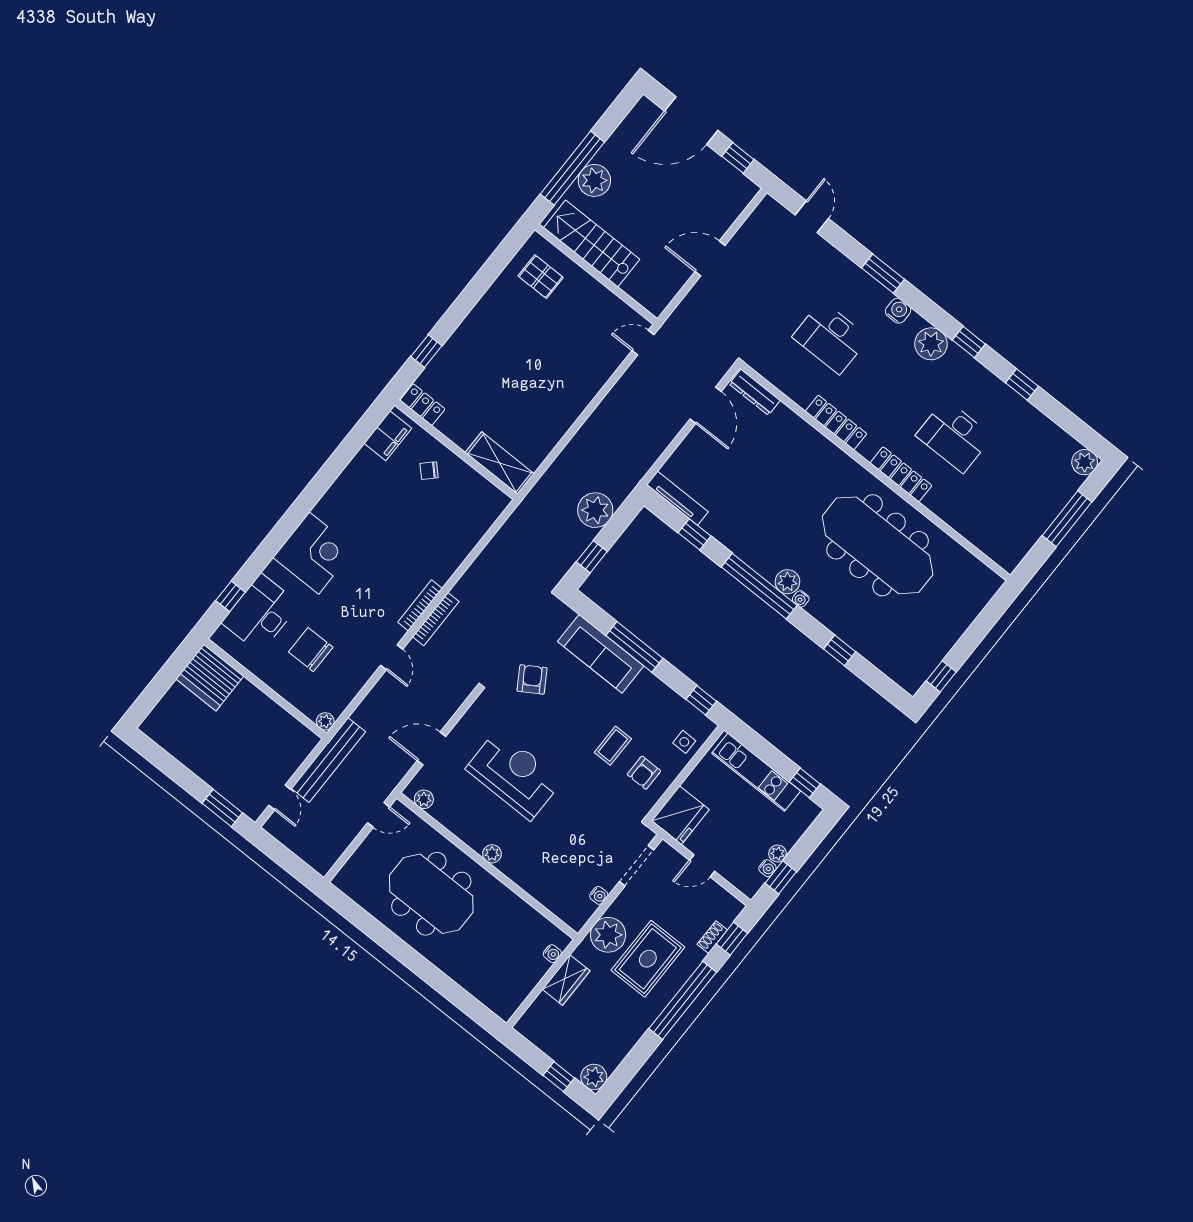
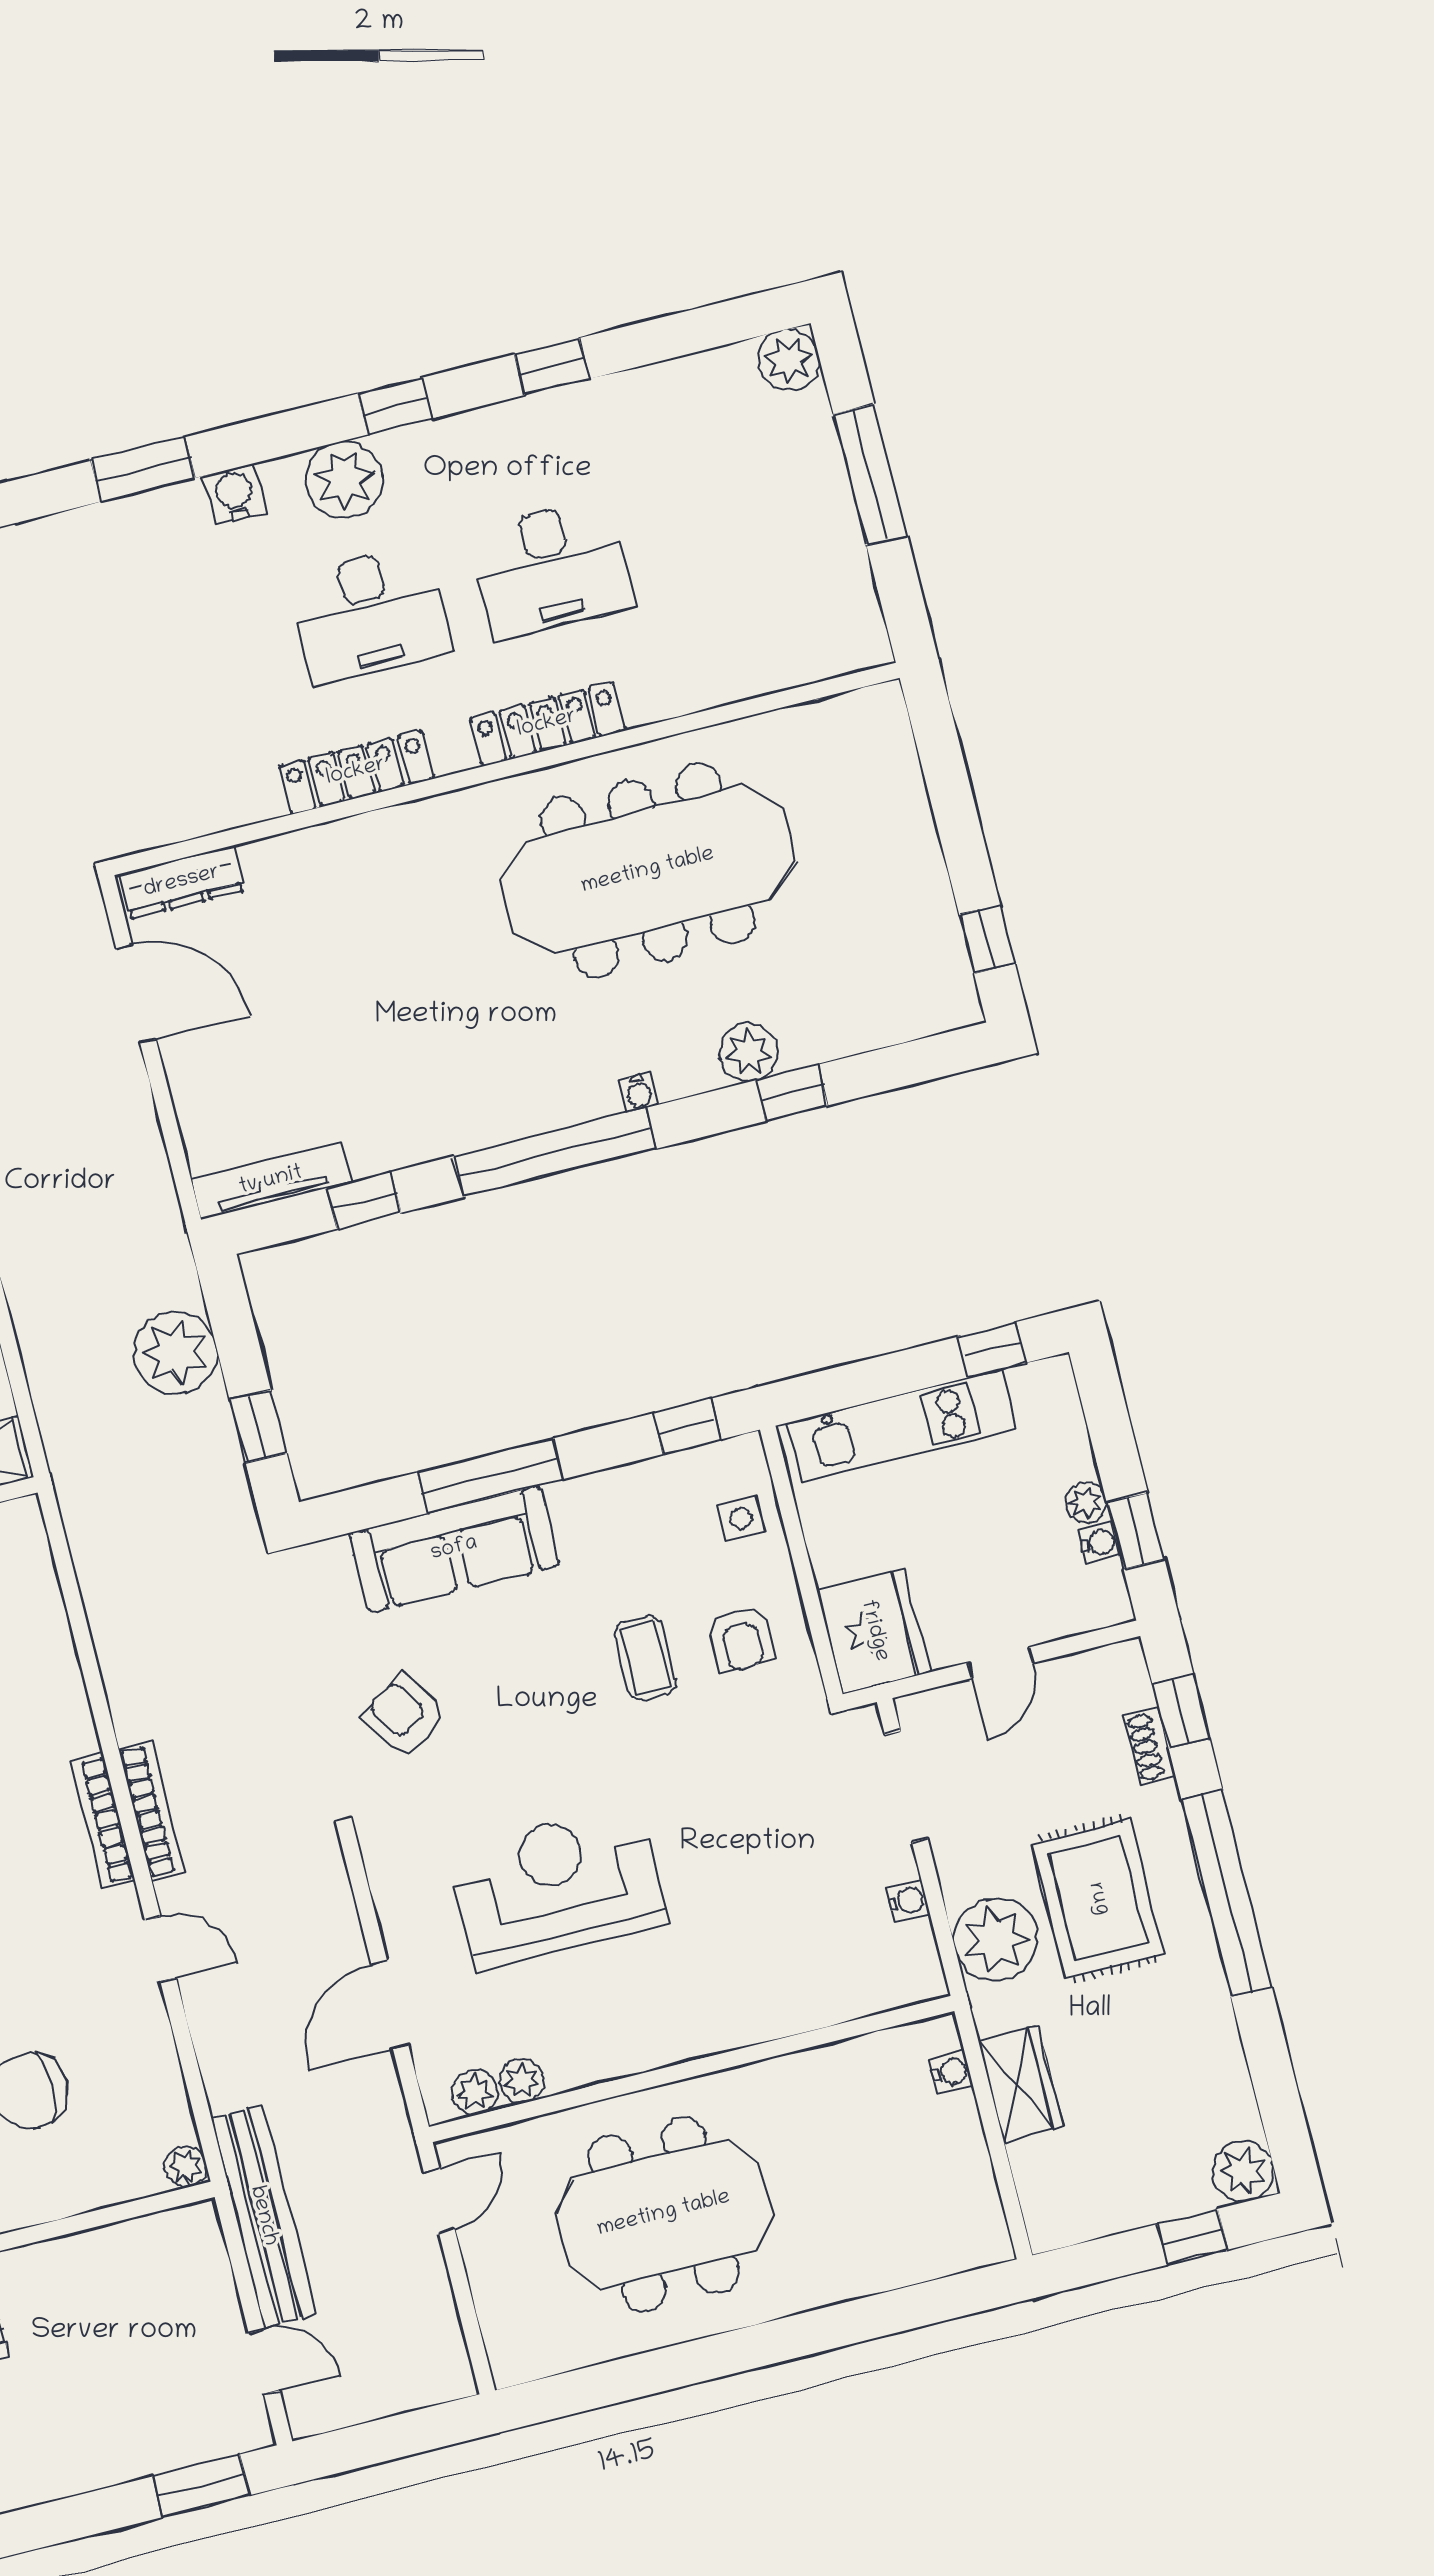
desk: (831, 337) -> (370, 614), moved
plant: (787, 582) -> (749, 1052), moved
plant: (492, 854) -> (522, 2081), moved

